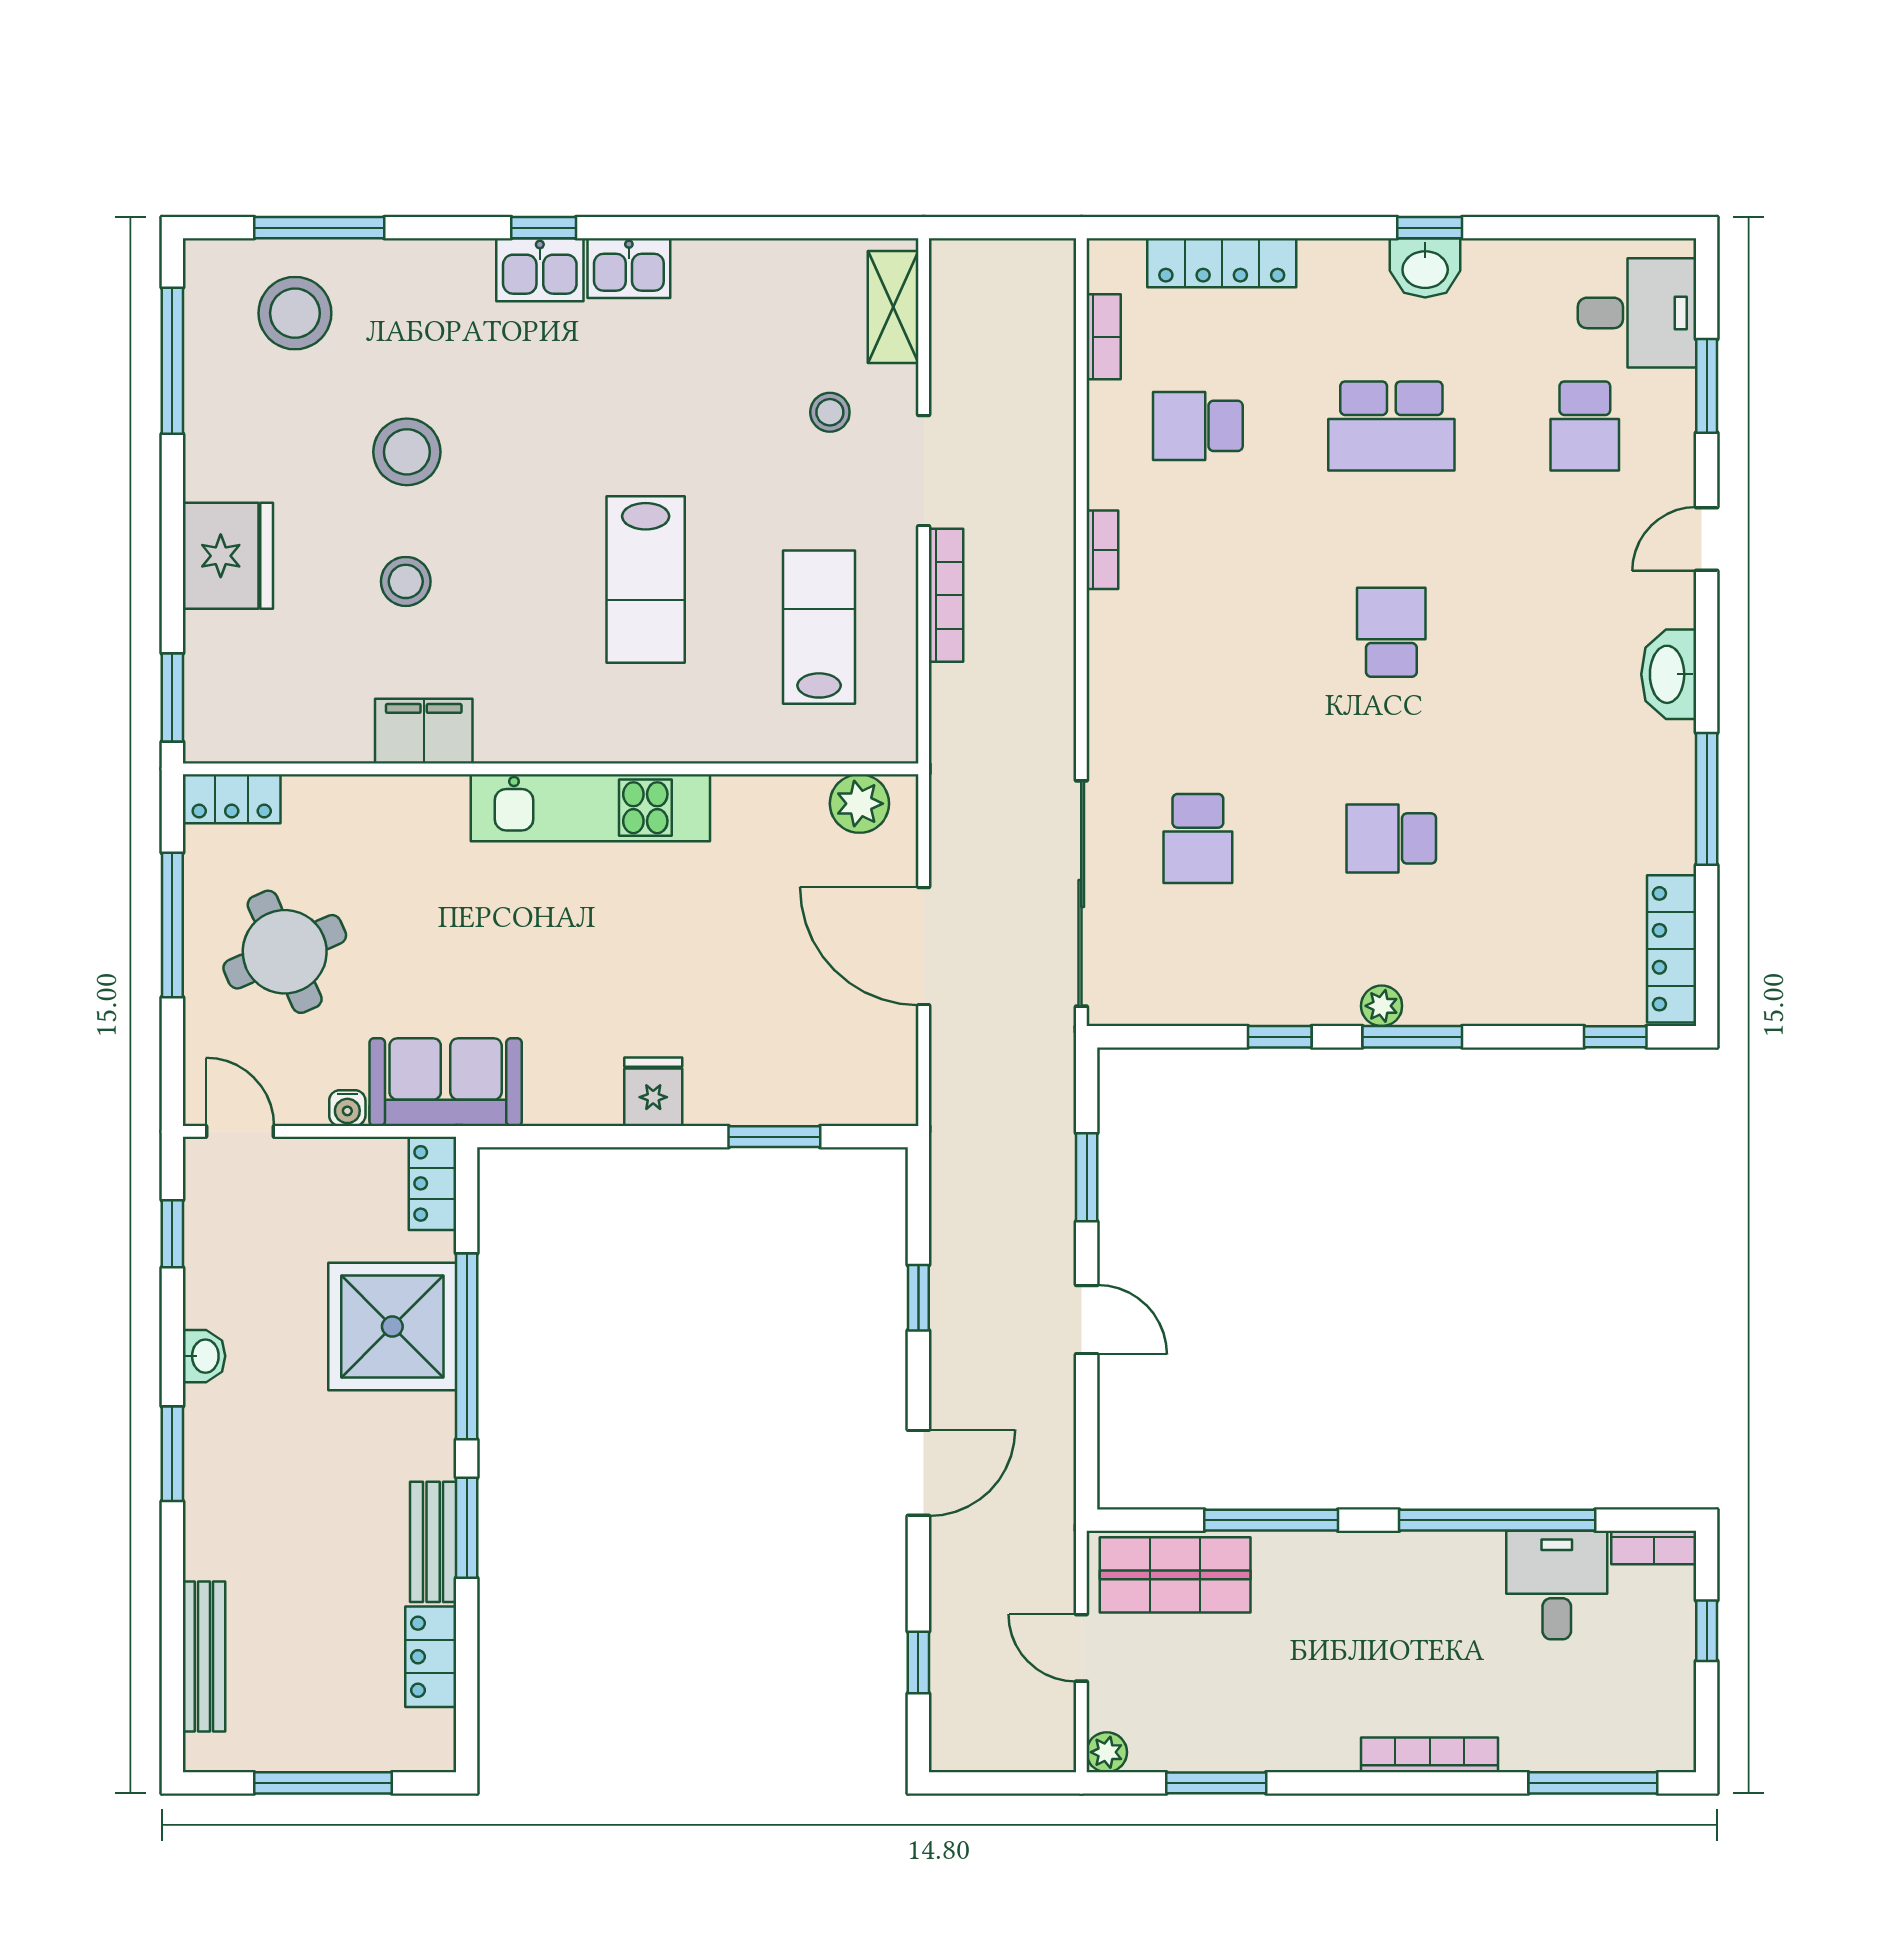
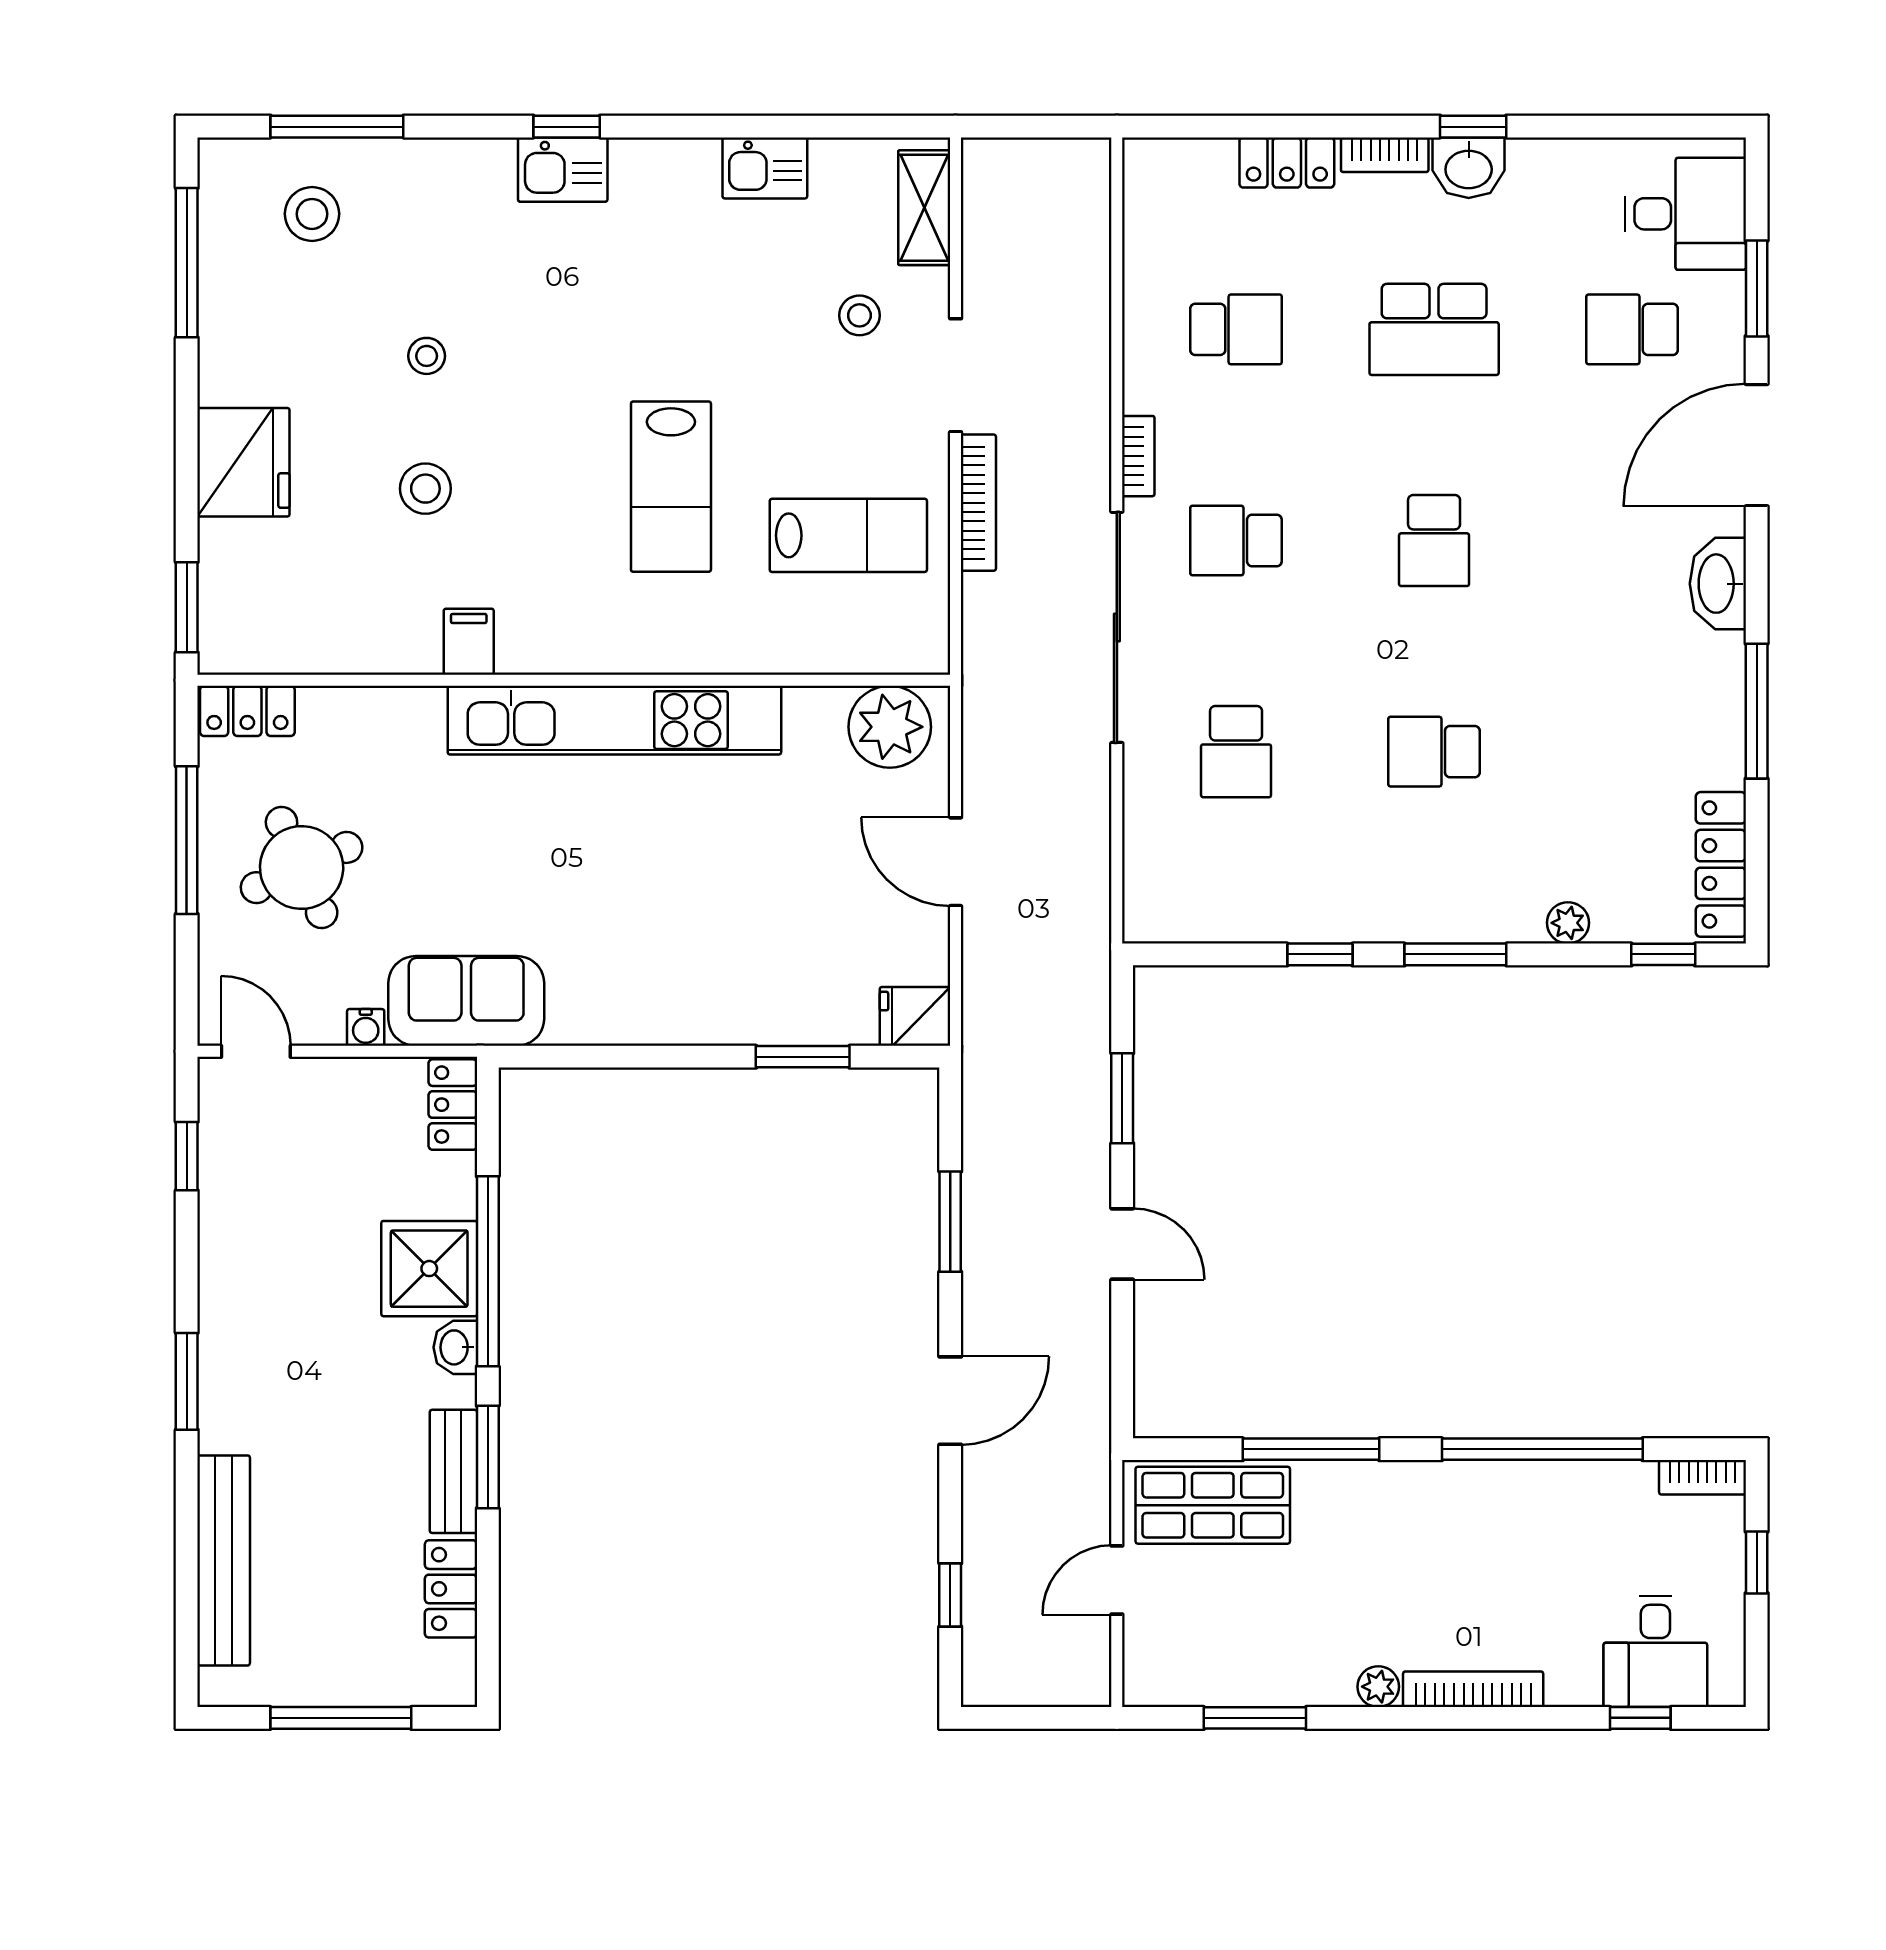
locker: (1222, 263) -> (1287, 162), width x0.66
kitchen sink: (629, 268) -> (765, 168), moved
stool: (295, 313) -> (312, 214), width x0.73, depth x0.73
bookcase: (1104, 337) -> (1385, 155), moved, turned 90
school desk: (1198, 426) -> (1236, 329), turned 180
school desk: (1585, 426) -> (1632, 329), turned 90
stool: (407, 452) -> (427, 356), width x0.53, depth x0.53
door: (1707, 539) -> (1757, 445), width x1.88
lab bench: (819, 627) -> (848, 535), turned 90
school desk: (1198, 632) -> (1236, 540), added
school desk: (1391, 632) -> (1434, 540), turned 180
filing cabinet: (424, 731) -> (469, 642), width x0.50
plant: (859, 804) -> (890, 727), width x1.36, depth x1.36
kitchen unit: (590, 808) -> (614, 720), width x1.36
sliding door: (1081, 894) -> (1117, 627), moved
door: (924, 946) -> (956, 862), width x0.73
plant: (1382, 1006) -> (1568, 923), moved
fridge: (653, 1092) -> (915, 1016), moved, turned -90
window: (918, 1298) -> (950, 1222), width x1.50
shower: (392, 1327) -> (429, 1269), width x0.73, depth x0.73
washbasin: (204, 1356) -> (455, 1347), moved, turned 180
desk: (1557, 1585) -> (1655, 1652), moved, turned 180
door: (1081, 1648) -> (1117, 1580), hinge flipped
bench: (204, 1656) -> (224, 1560), width x1.37, depth x1.21
plant: (1107, 1752) -> (1378, 1687), moved
window: (1593, 1783) -> (1640, 1718), width x0.46

